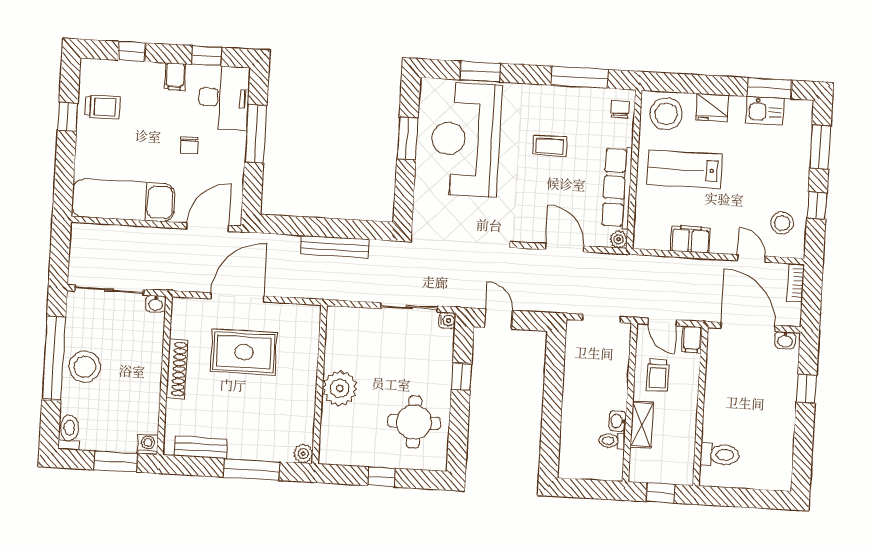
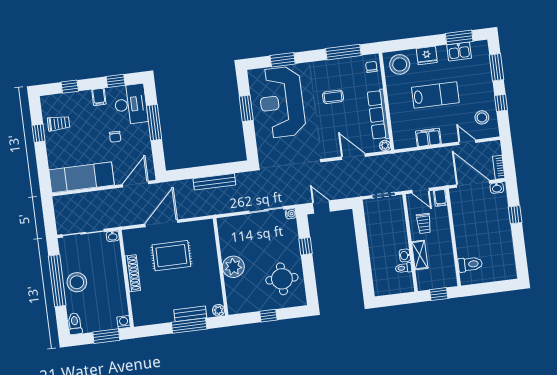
lab bench: (684, 169) -> (435, 95), moved, turned 180
bookcase: (796, 283) -> (499, 167), moved
bench: (201, 447) -> (190, 314), moved

